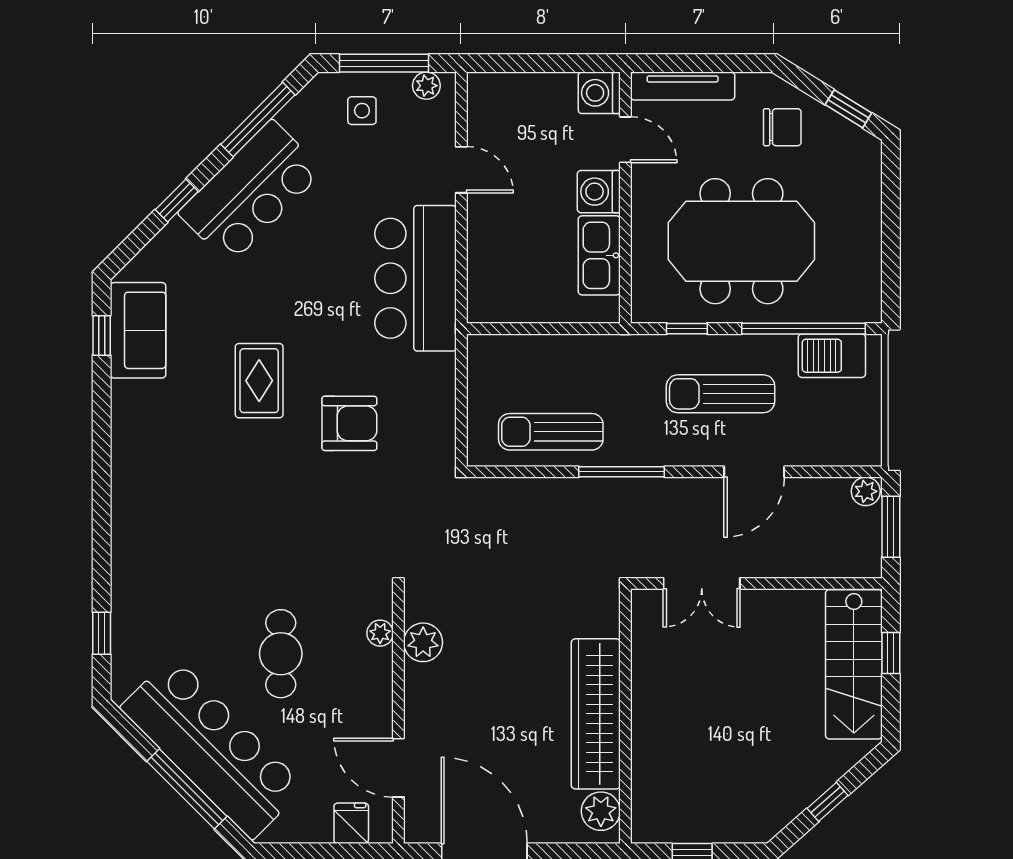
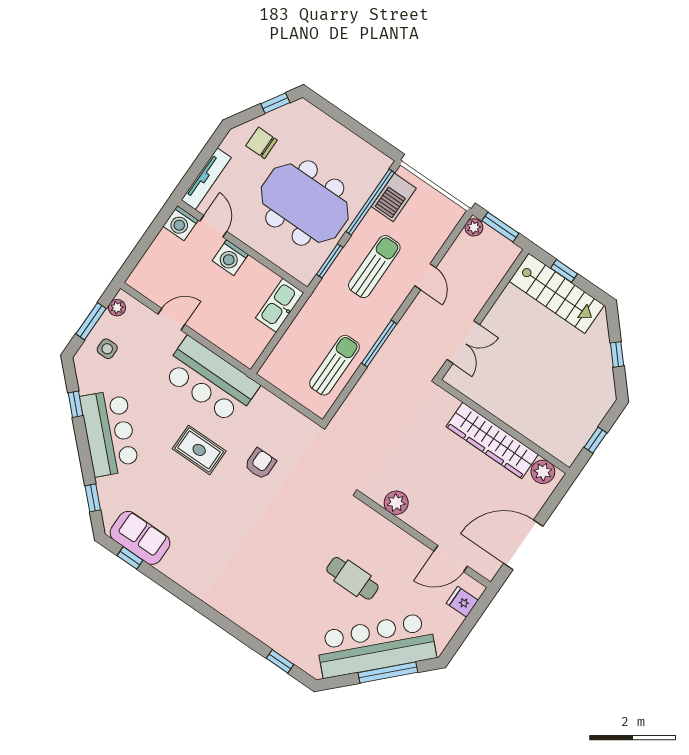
window: (384, 63) -> (91, 321), width x0.69
window: (258, 120) -> (75, 404), width x0.46
chair: (782, 127) -> (262, 143), turned -90
door: (625, 140) -> (213, 226), hinge flipped
window: (177, 201) -> (93, 498), moved
meeting table: (741, 241) -> (305, 203), turned 90
kitchen sink: (599, 255) -> (280, 305), moved, turned 90
window: (687, 329) -> (330, 261), width x1.50
rug: (259, 381) -> (199, 450), moved
sun lounger: (721, 394) -> (374, 267), turned 180
armchair: (349, 423) -> (260, 464), width x0.72, depth x0.72
sun lounger: (551, 432) -> (334, 365), turned 180
door: (754, 472) -> (425, 277), width x0.73
plant: (380, 633) -> (377, 521), removed

